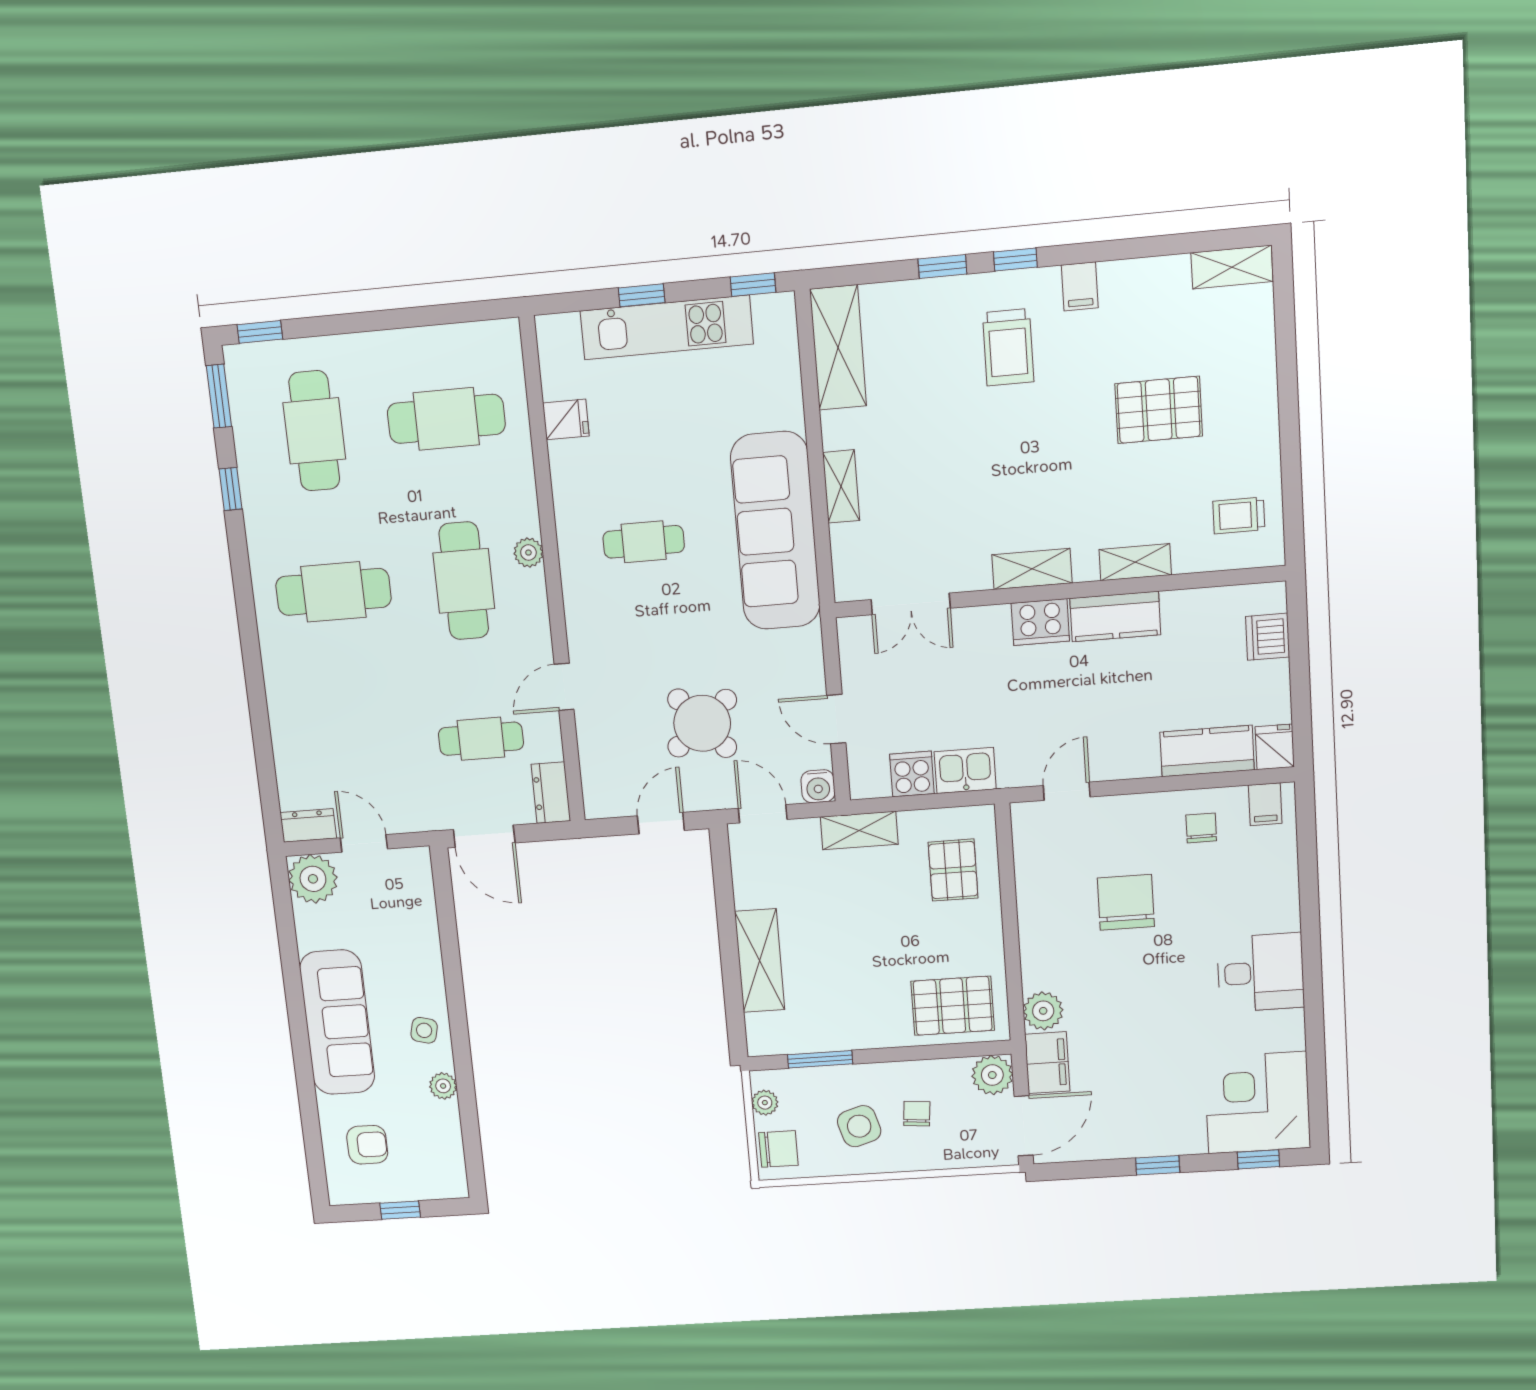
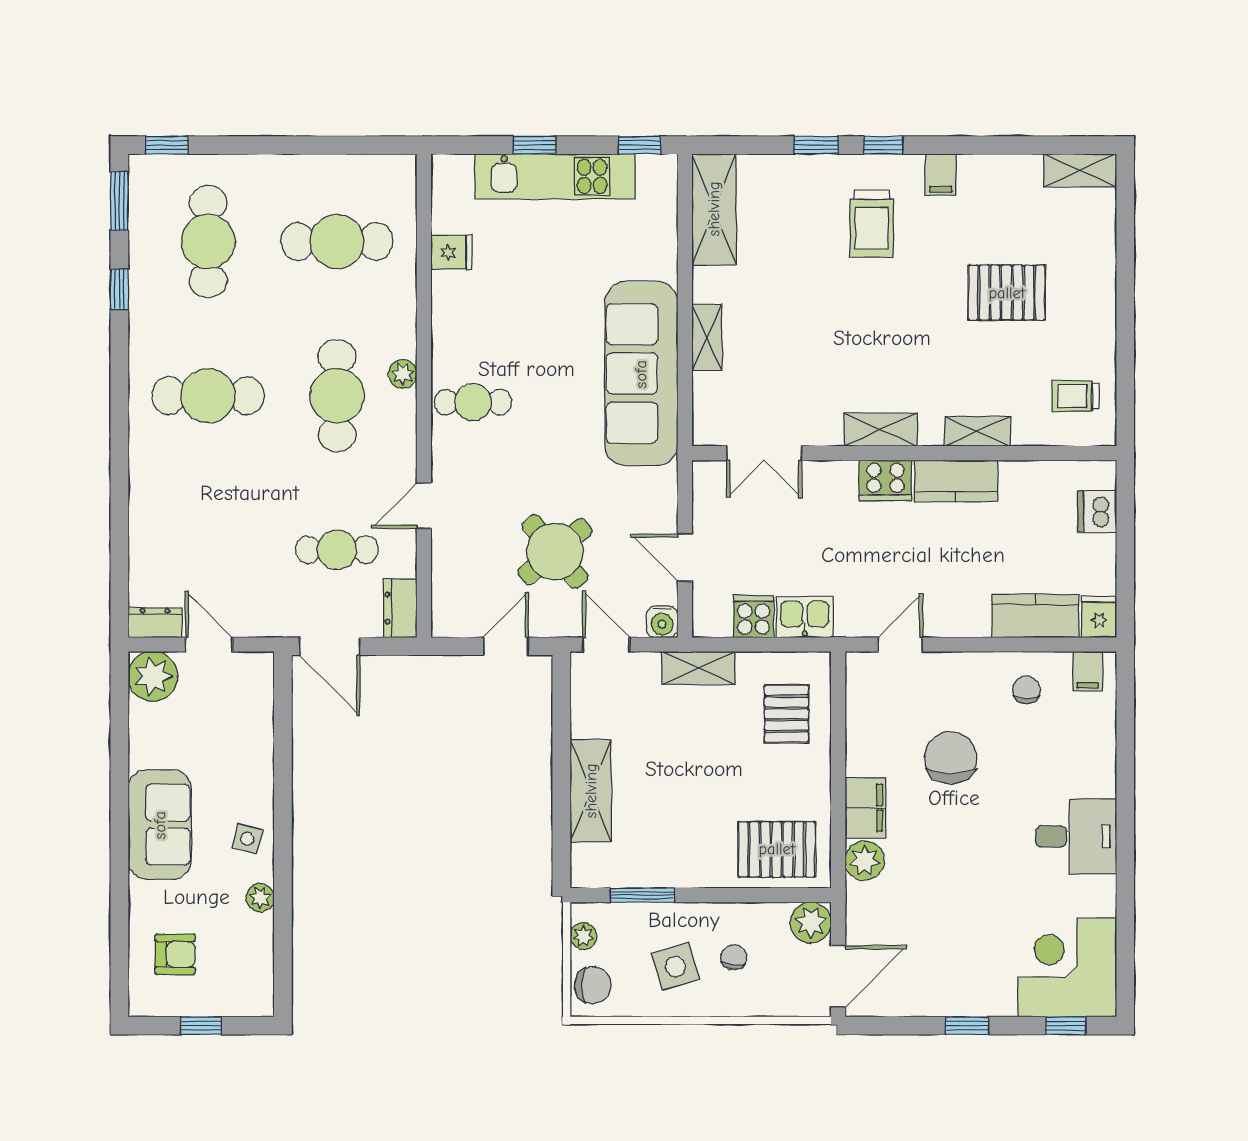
cafe table: (644, 542) -> (473, 402), moved
sofa: (337, 1022) -> (160, 825), width x0.73
filing cabinet: (1047, 1063) -> (865, 808), moved

